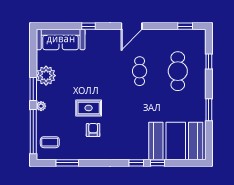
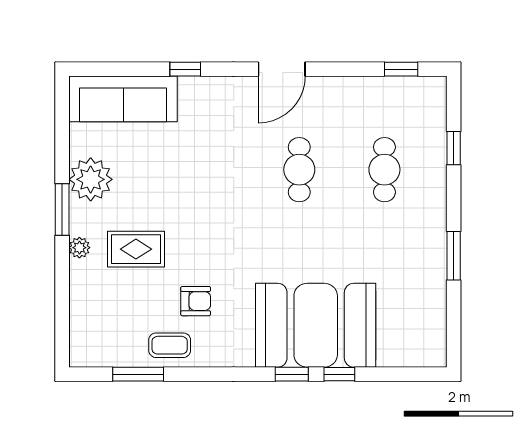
cafe table: (178, 71) -> (384, 170), width x0.73, depth x0.74
rug: (89, 108) -> (136, 249), moved
armchair: (93, 130) -> (196, 301), turned 90
window: (33, 132) -> (62, 305), removed
booth: (176, 141) -> (316, 325), moved
coffee table: (50, 142) -> (170, 345), moved

